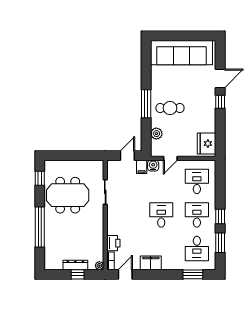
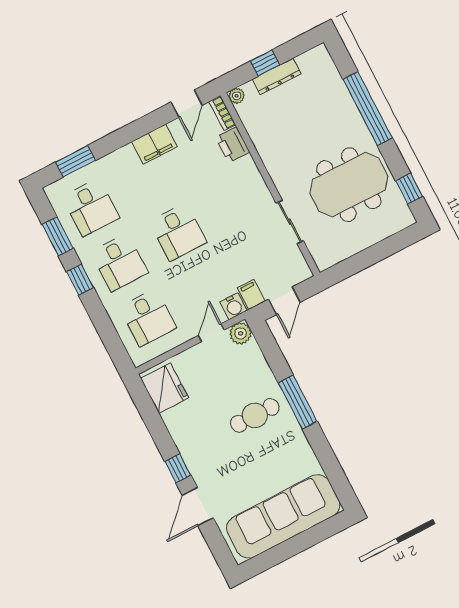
plant: (156, 134) -> (241, 333), moved
desk: (197, 248) -> (91, 207), turned 180

